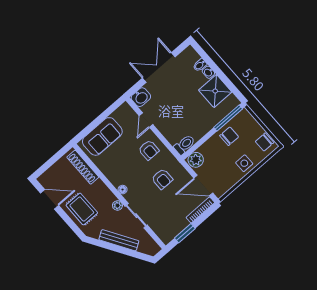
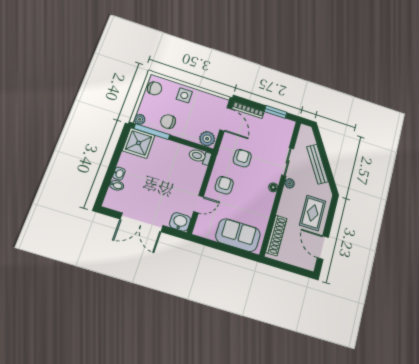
shower: (215, 91) -> (139, 143), moved
plant: (244, 114) -> (140, 119), added

